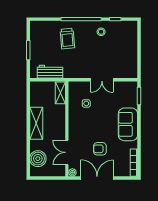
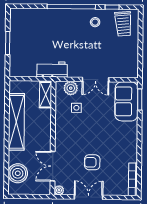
trolley: (67, 39) -> (123, 24), moved
workbench: (50, 72) -> (52, 69), moved
plant: (81, 87) -> (71, 88), added
shelving: (36, 123) -> (16, 122), width x1.47
sofa: (128, 124) -> (126, 101), moved
double door: (97, 178) -> (89, 197), width x0.73

